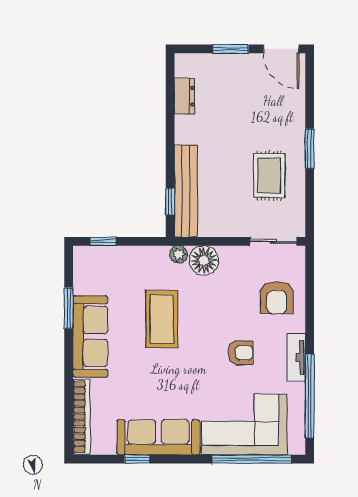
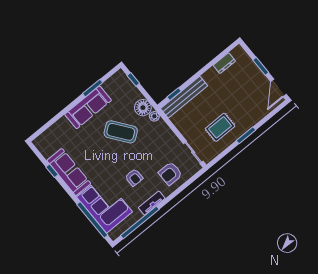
floor lamp: (204, 260) -> (143, 108), moved
coffee table: (162, 319) -> (121, 132), turned 53
bookcase: (81, 417) -> (51, 132), removed

